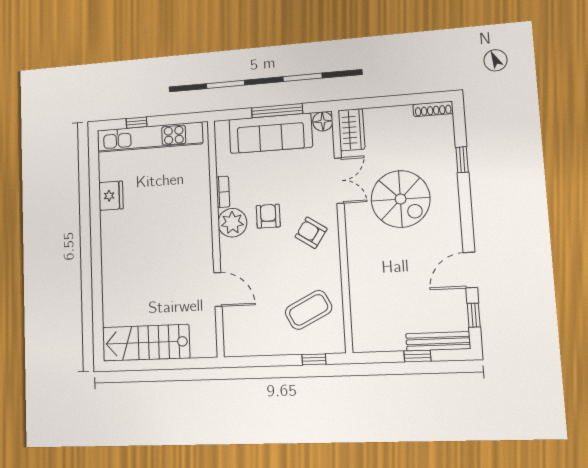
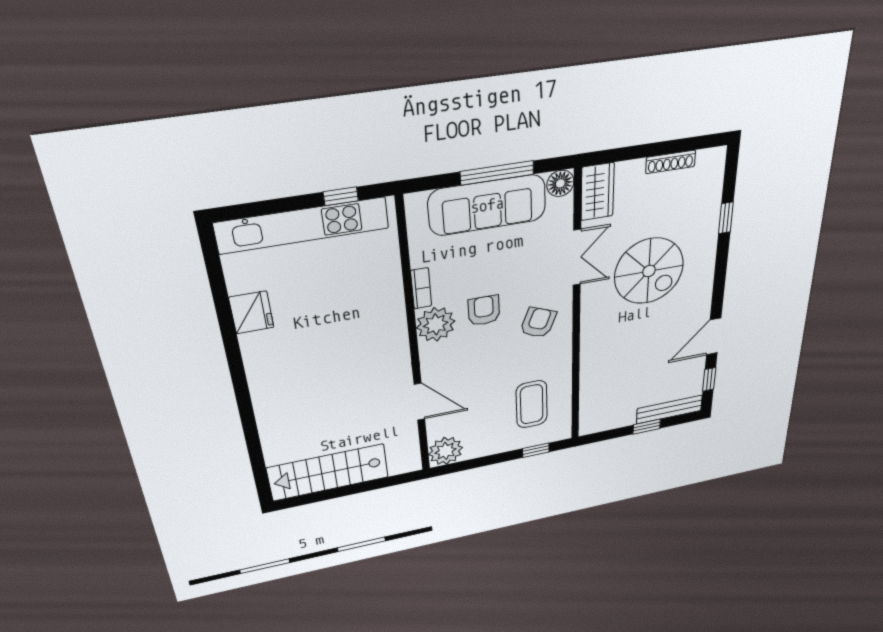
shoe rack: (433, 109) -> (671, 162), moved
window: (137, 123) -> (341, 196), moved
armchair: (311, 233) -> (538, 323), turned 78
coffee table: (309, 310) -> (532, 404), turned -63
plant: (237, 342) -> (446, 451), added

